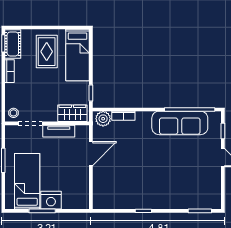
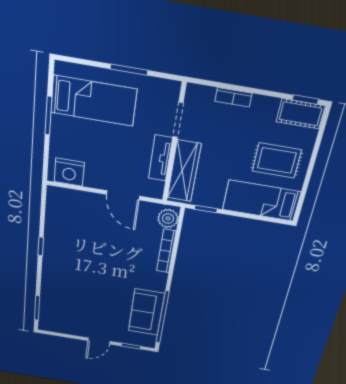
bookcase: (10, 71) -> (233, 97), moved
stool: (13, 113) -> (198, 98), removed
wardrobe: (72, 113) -> (184, 171), width x1.50
bookcase: (123, 116) -> (166, 251), width x1.56
sofa: (180, 123) -> (146, 312), width x0.73
nightstand: (51, 200) -> (69, 172), moved, turned -90

